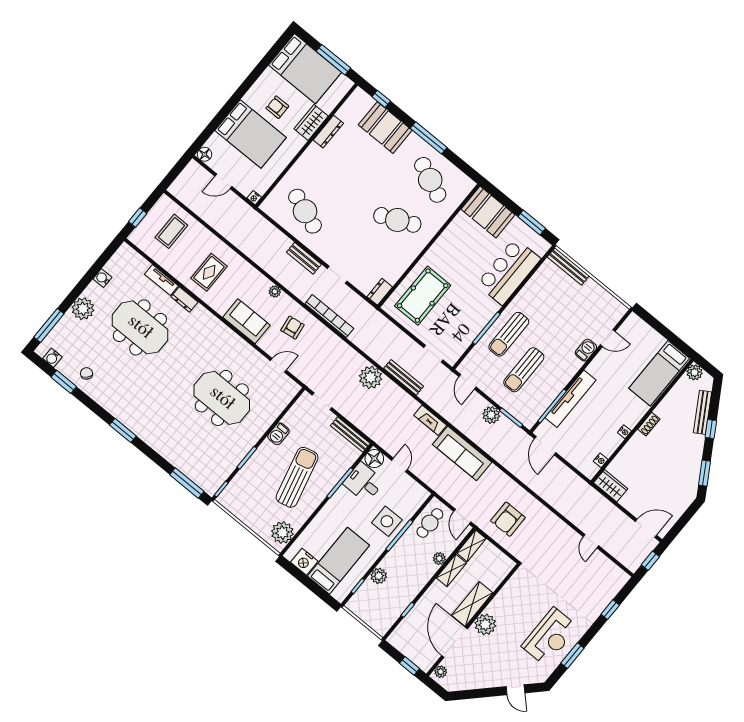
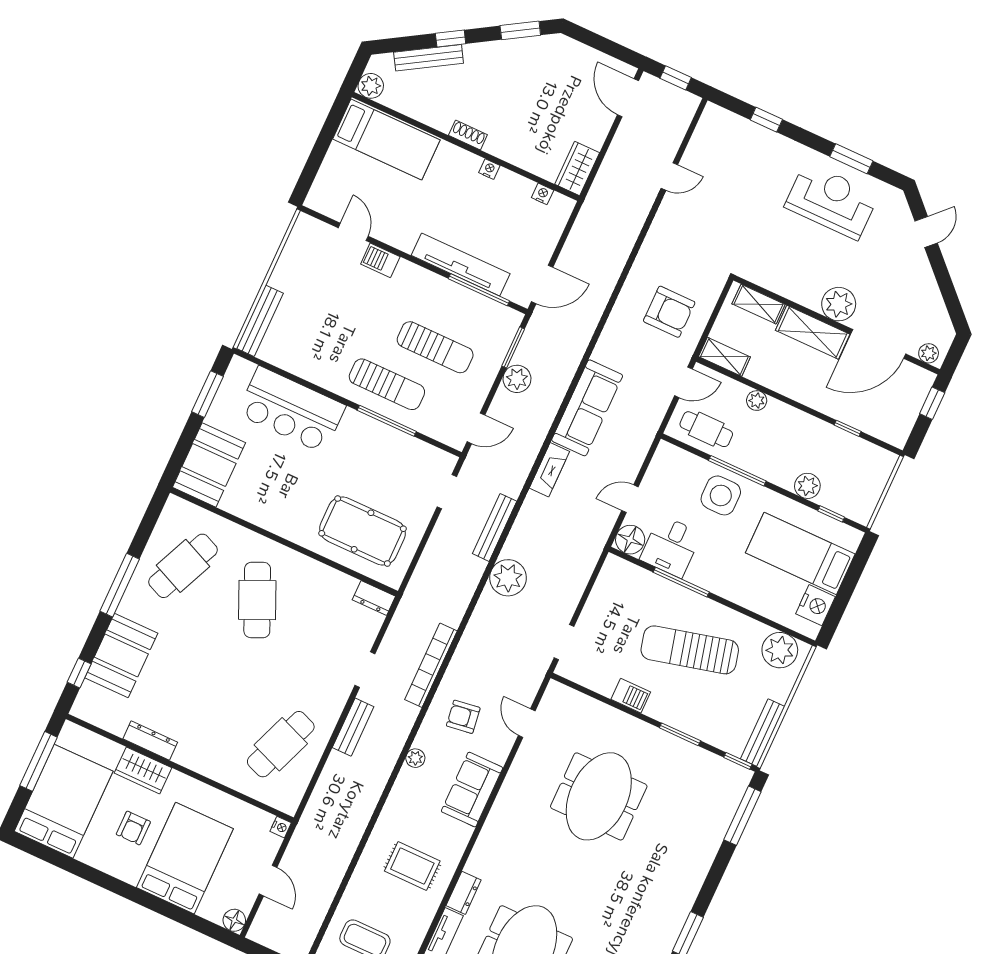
bench: (350, 435) -> (763, 733), moved
shelving: (451, 570) -> (759, 304), moved

